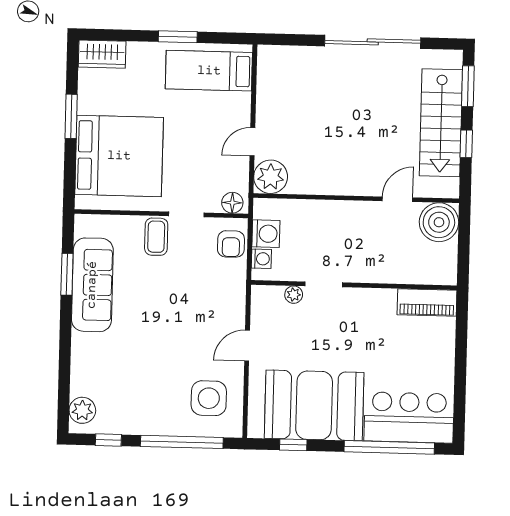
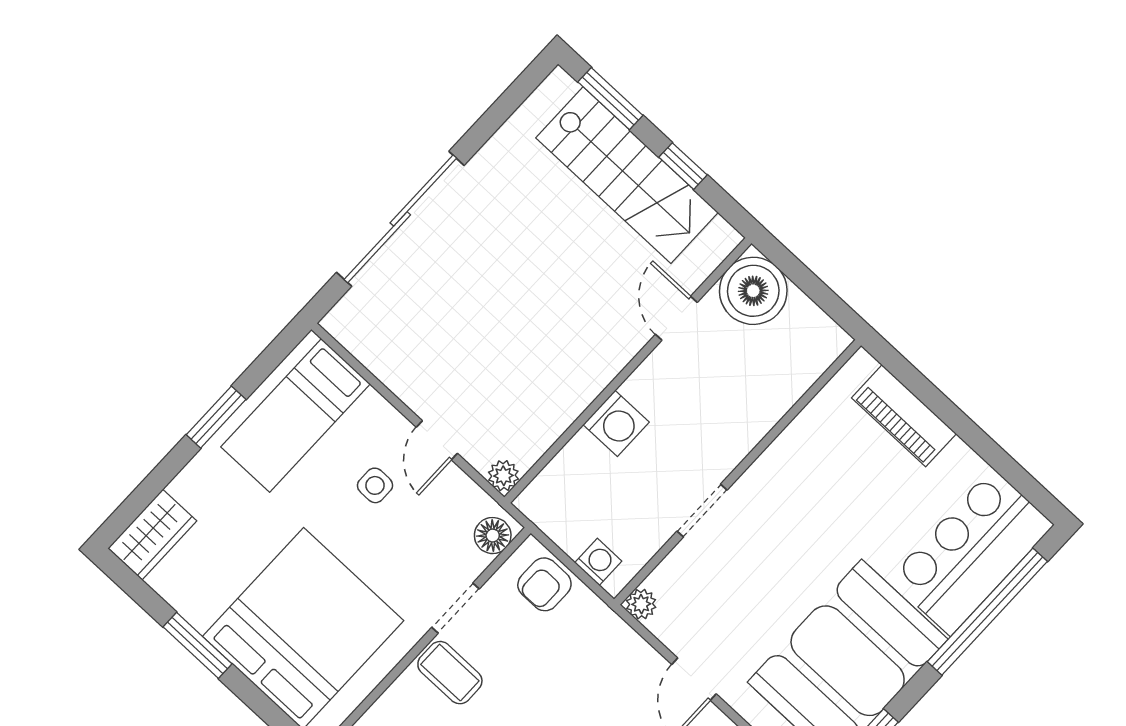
sliding door: (373, 42) -> (400, 219), moved
side table: (209, 132) -> (375, 485), added
plant: (271, 177) -> (503, 476), width x0.53, depth x0.53
washing machine: (266, 234) -> (616, 423), moved, turned 90
armchair: (231, 244) -> (544, 584), turned 90
plant: (294, 295) -> (641, 604), moved
piano: (427, 302) -> (904, 416), moved, turned 90

